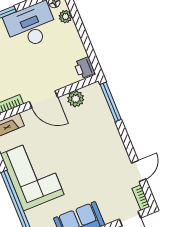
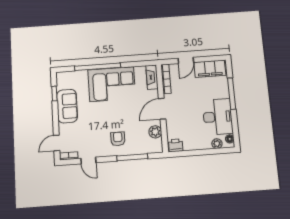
window: (111, 102) -> (132, 157), moved
armchair: (100, 143) -> (118, 139), added

